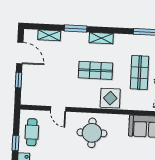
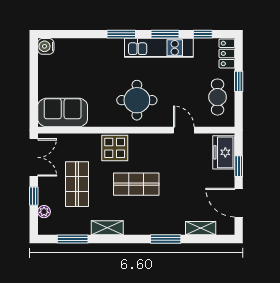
shelving: (101, 38) -> (107, 228), moved
freezer: (29, 91) -> (224, 152), added

